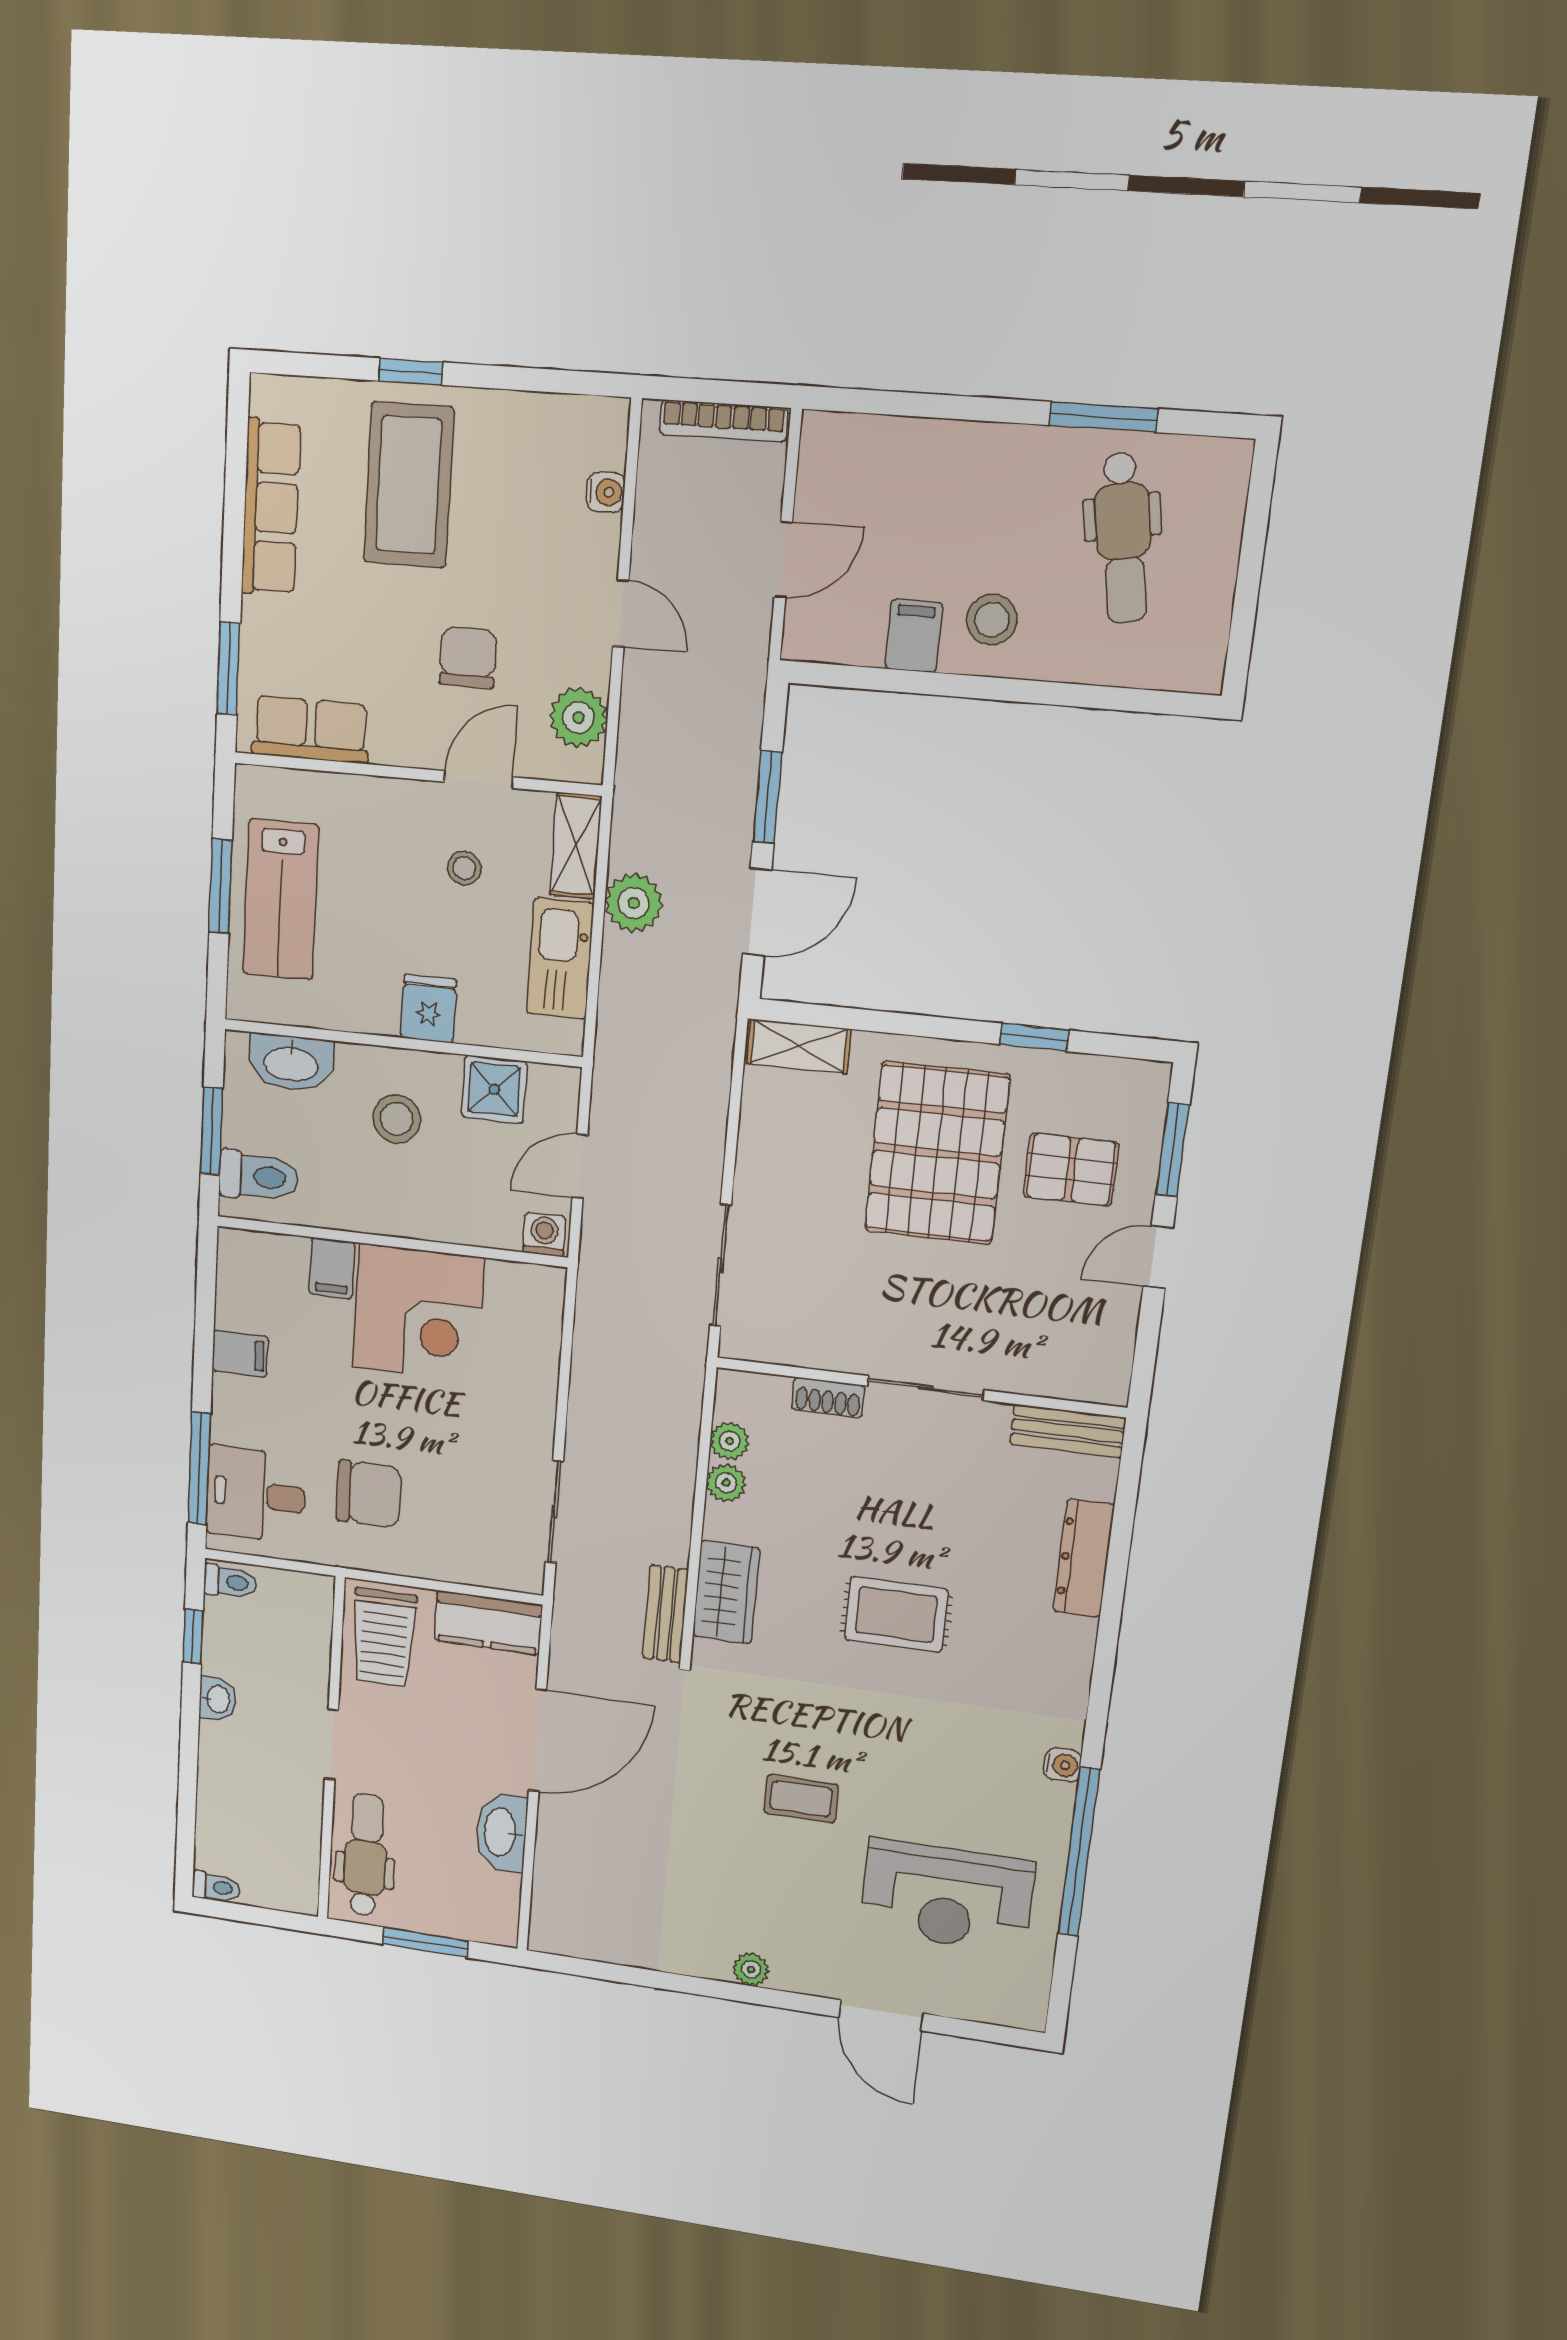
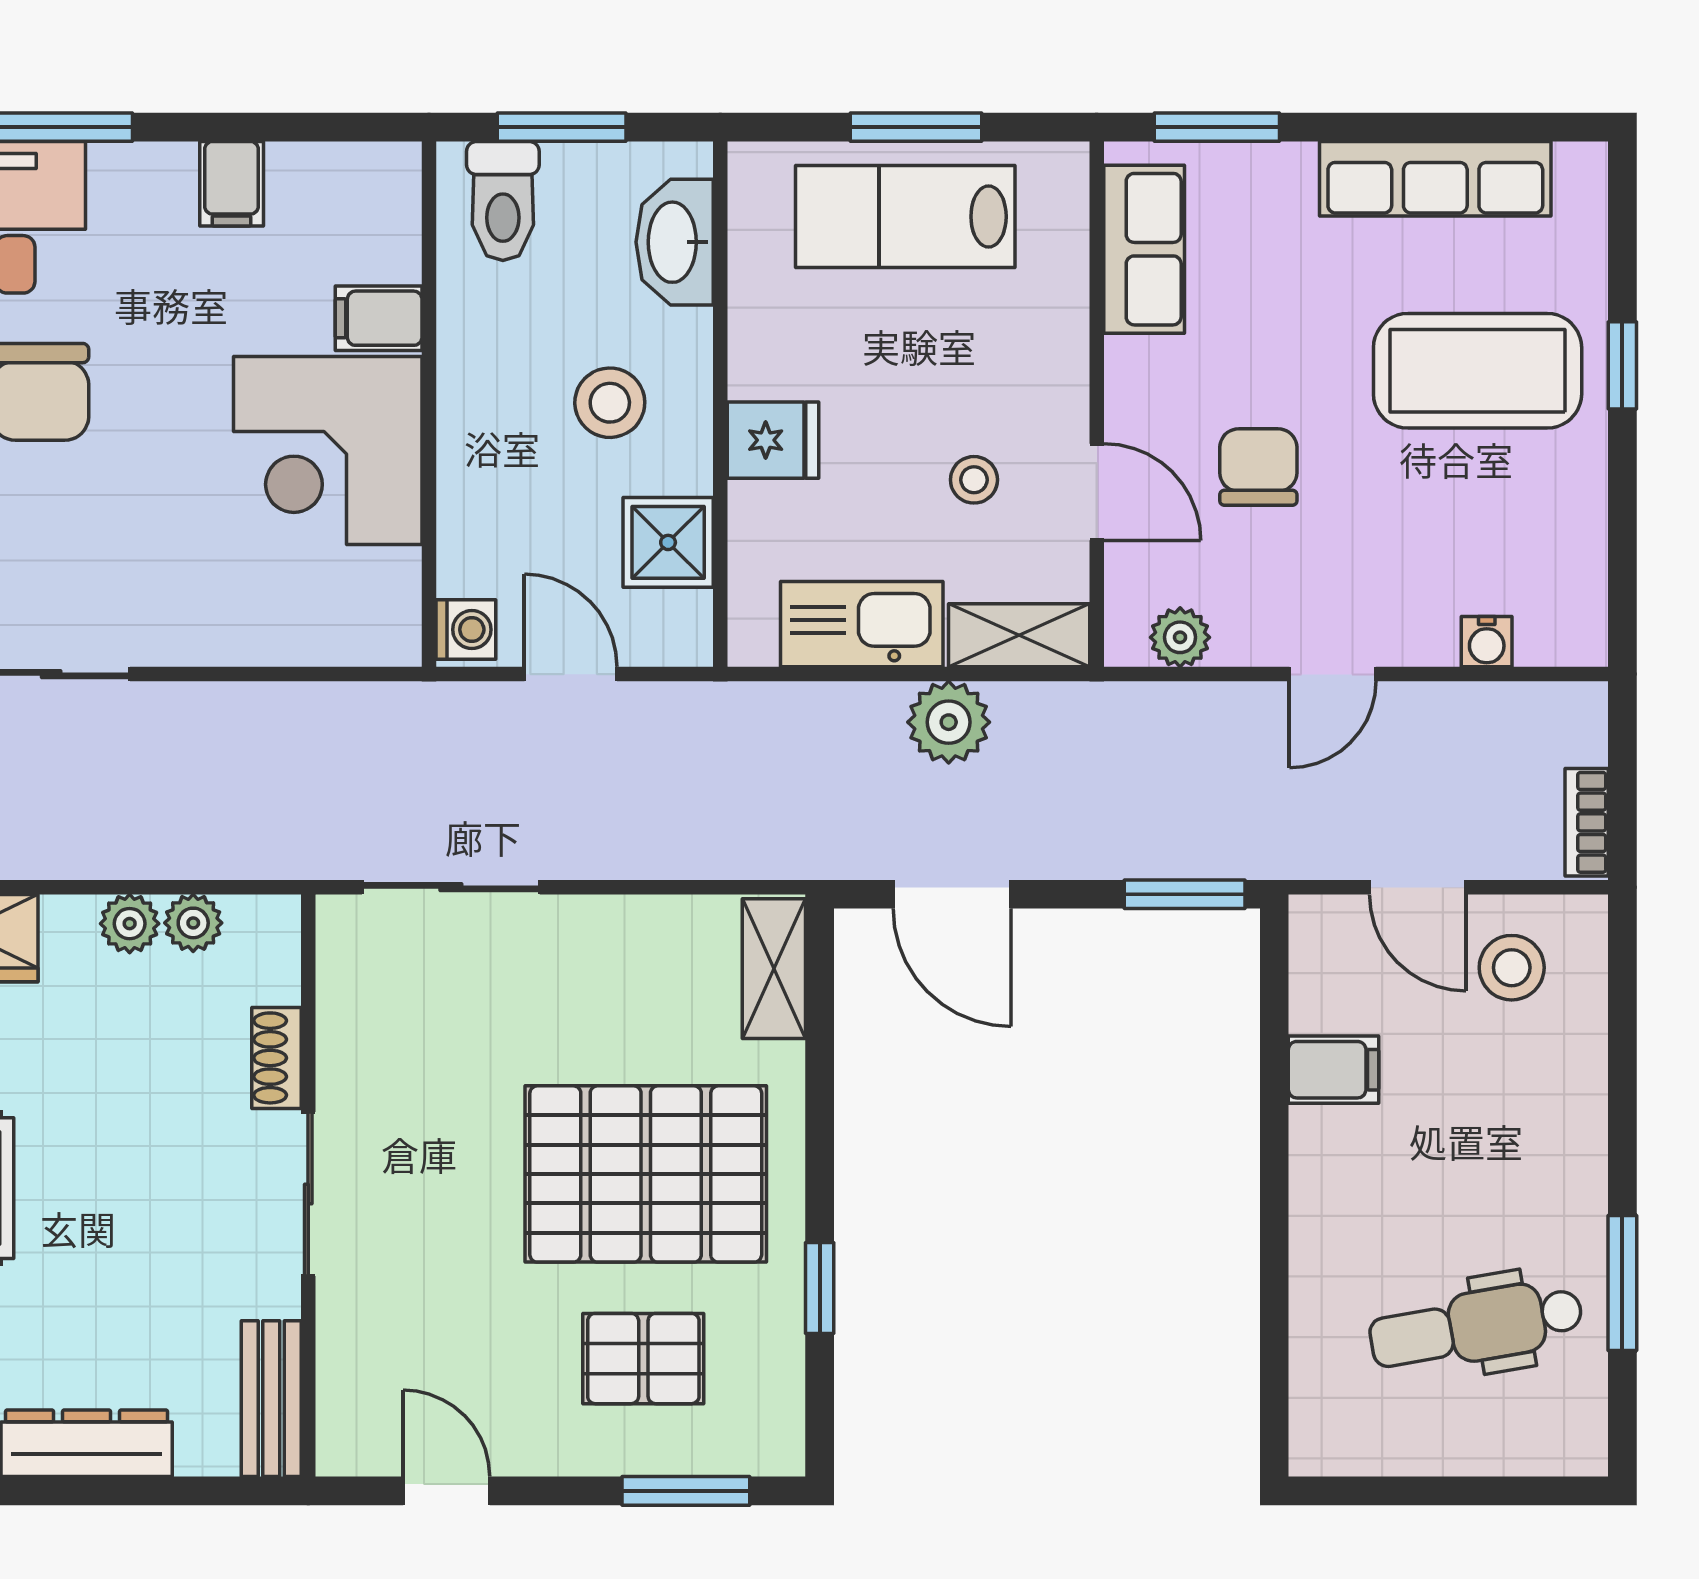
bookcase: (723, 421) -> (1587, 822), width x0.64
stool: (992, 620) -> (1512, 968), moved
chair: (468, 658) -> (1258, 467), turned -90
plant: (578, 718) -> (1180, 637), width x0.73, depth x0.73
window: (767, 797) -> (1185, 894), moved
pallet: (1071, 1170) -> (643, 1359), turned 90
door: (1158, 1257) -> (446, 1491), moved

